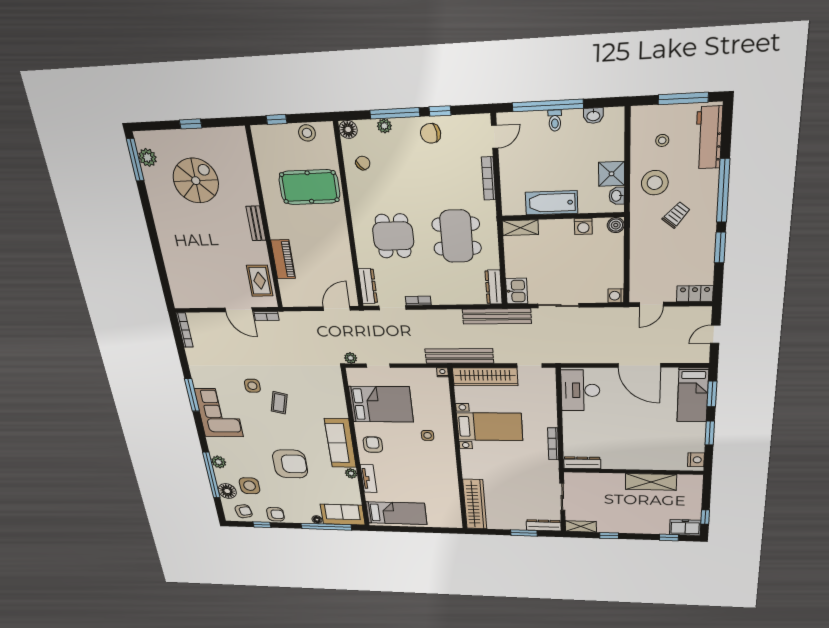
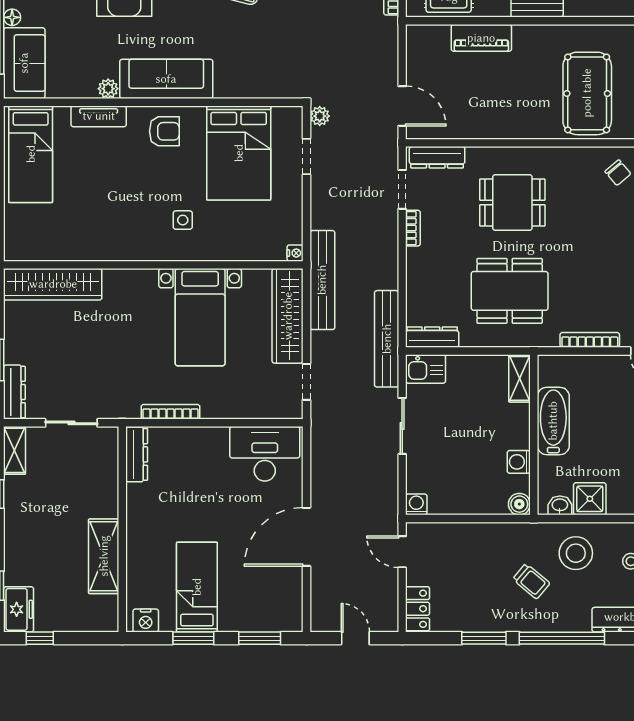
bed: (693, 395) -> (197, 587), moved, turned 90

